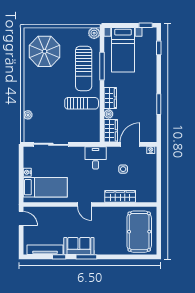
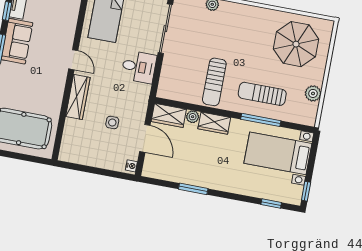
plant: (94, 33) -> (313, 93), moved
sun lounger: (84, 68) -> (262, 94), width x0.73, depth x0.75
desk: (96, 158) -> (139, 67), moved
wardrobe: (120, 196) -> (78, 97), moved
door: (84, 204) -> (73, 60), swing flipped

